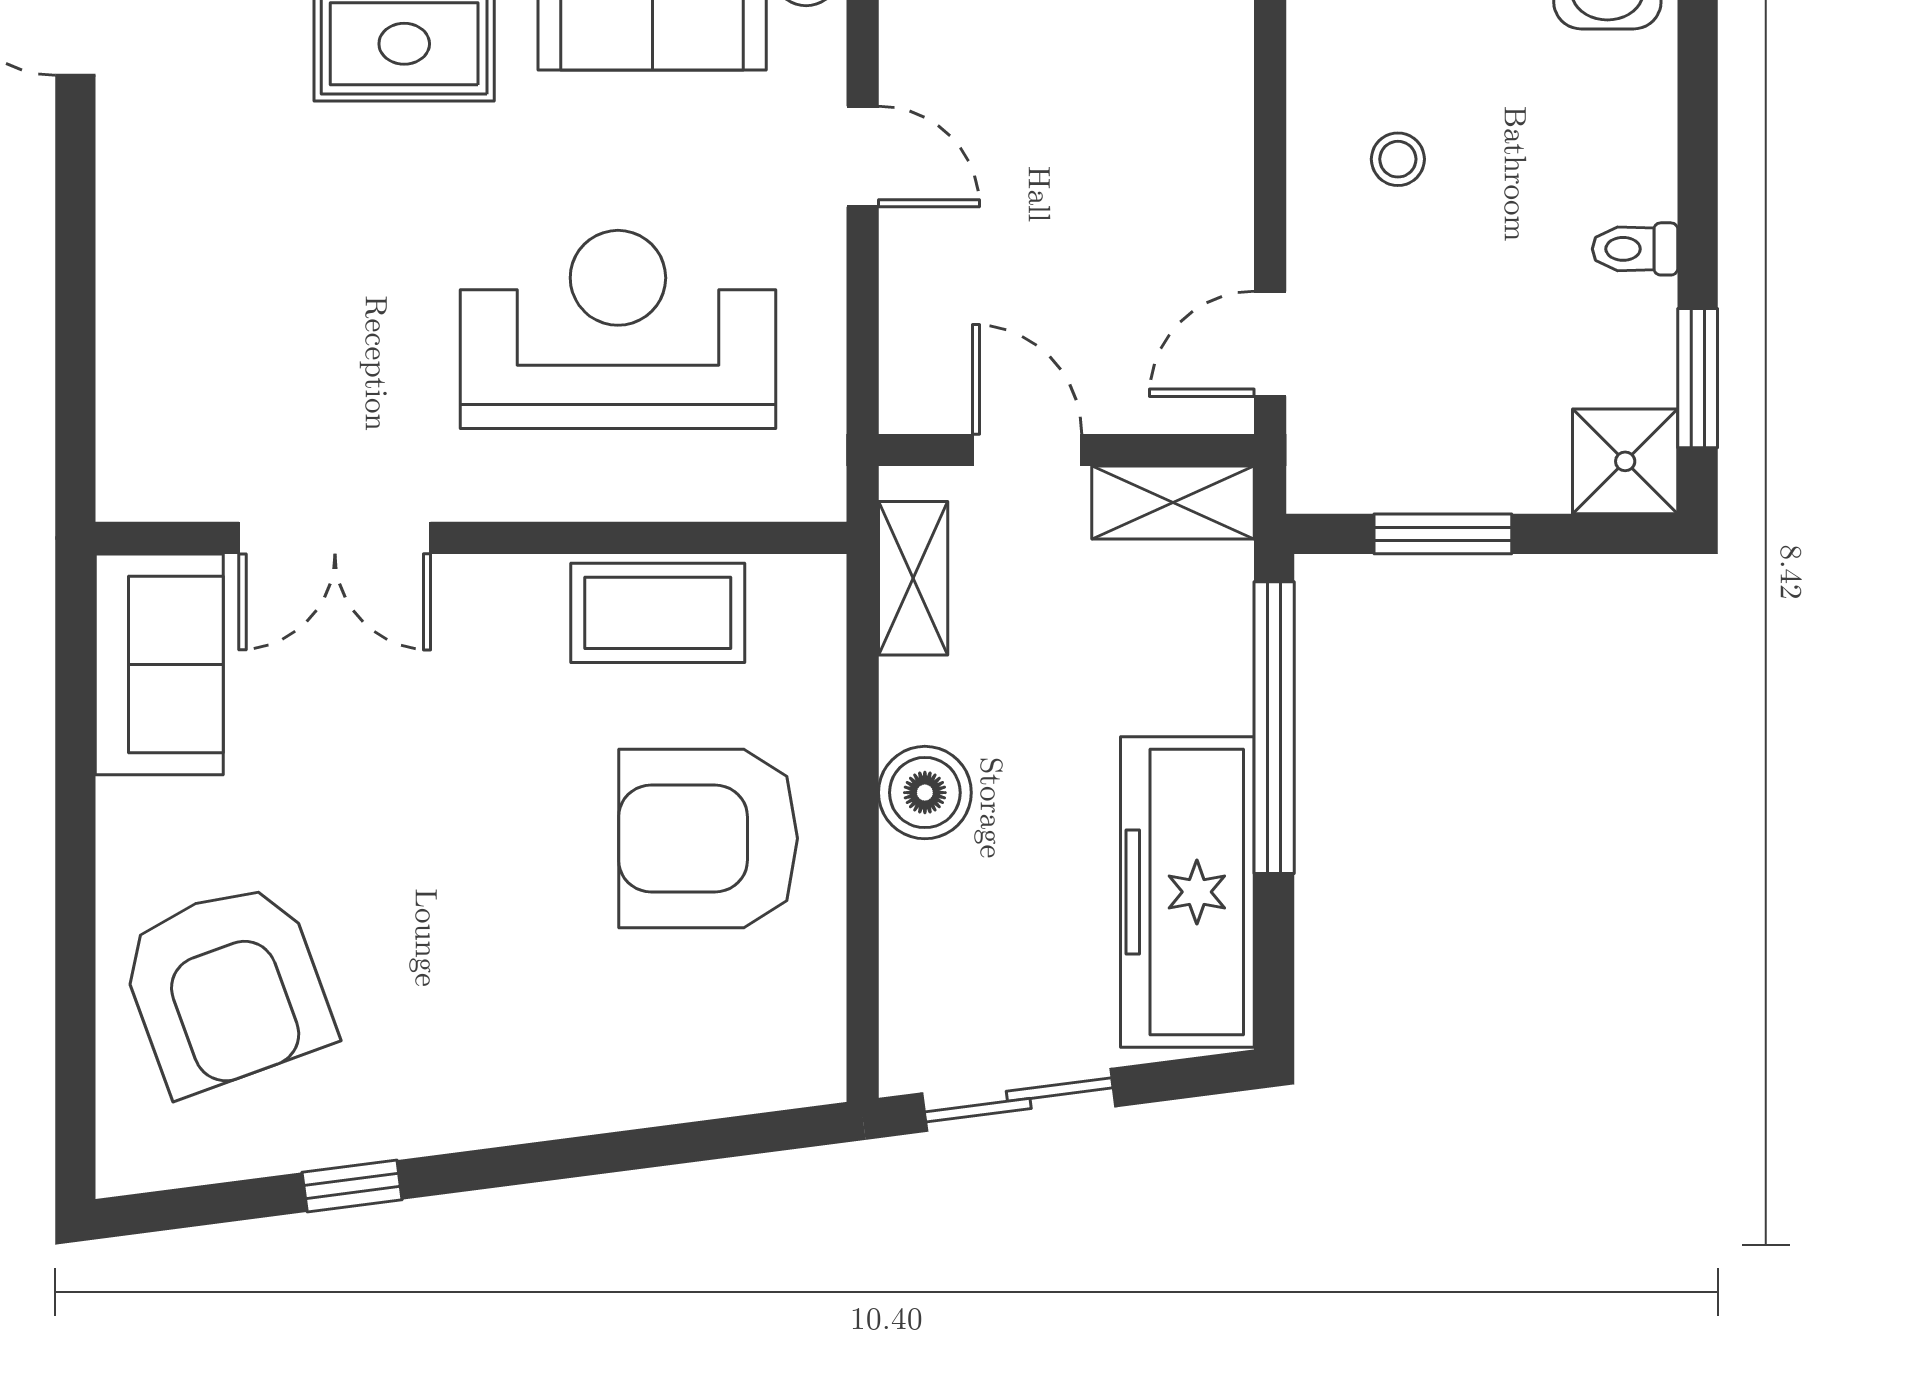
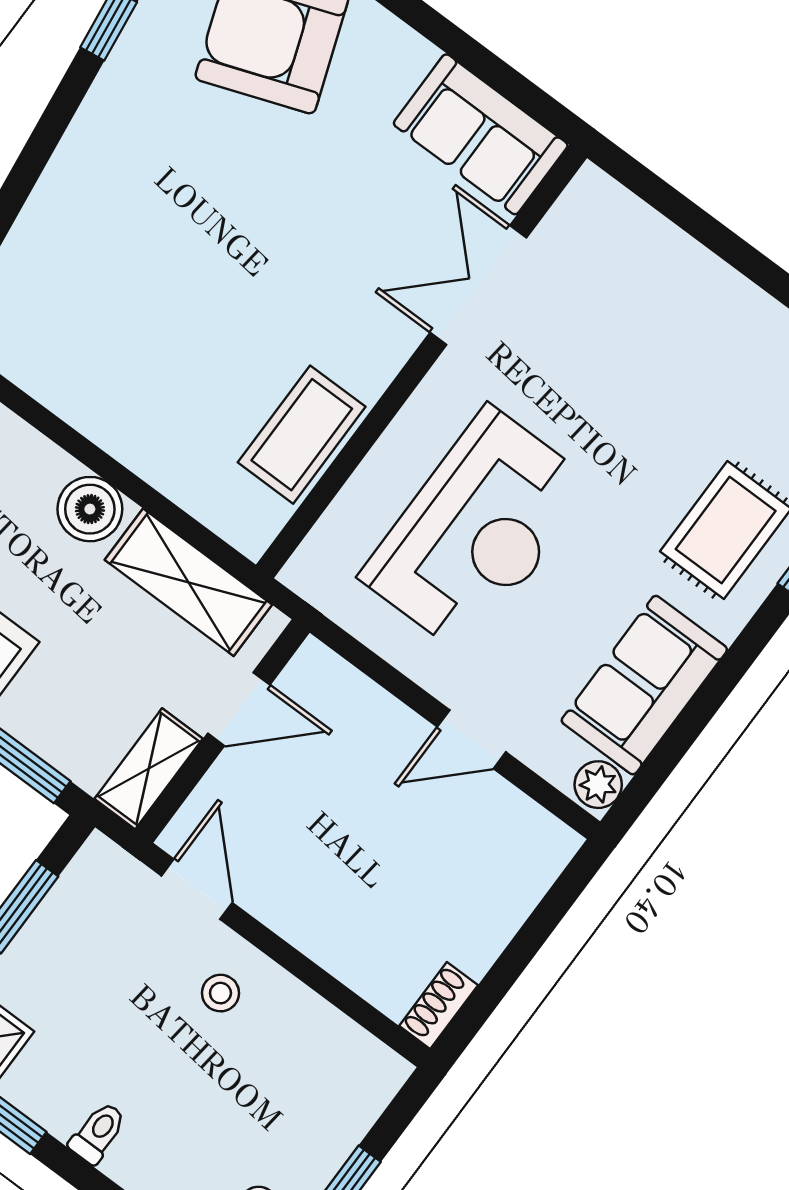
stool: (1398, 159) -> (220, 993), moved
shelving: (913, 578) -> (188, 582), width x1.50, depth x1.33
armchair: (708, 838) -> (155, 369), removed

